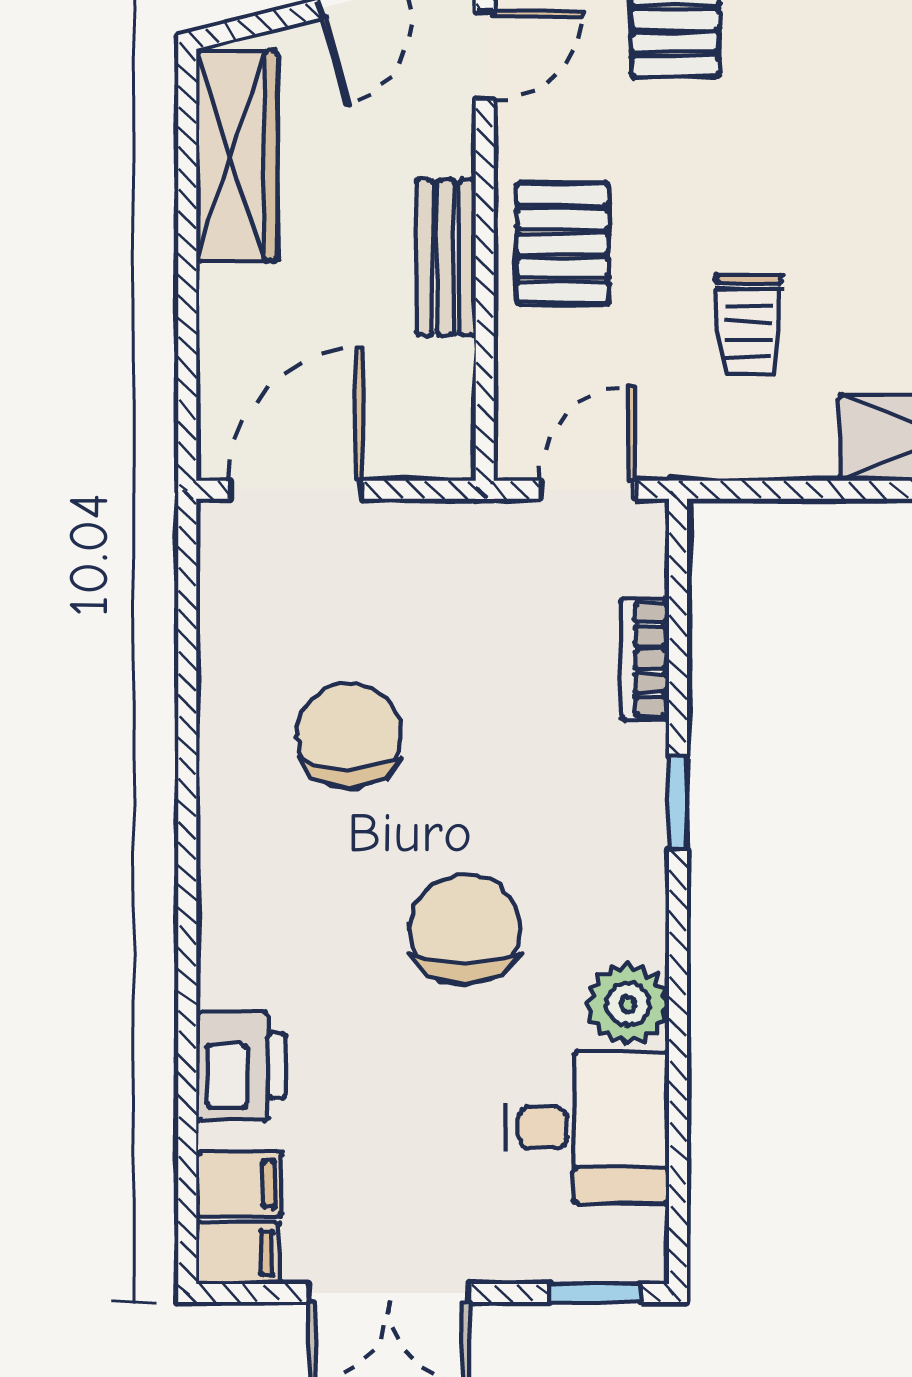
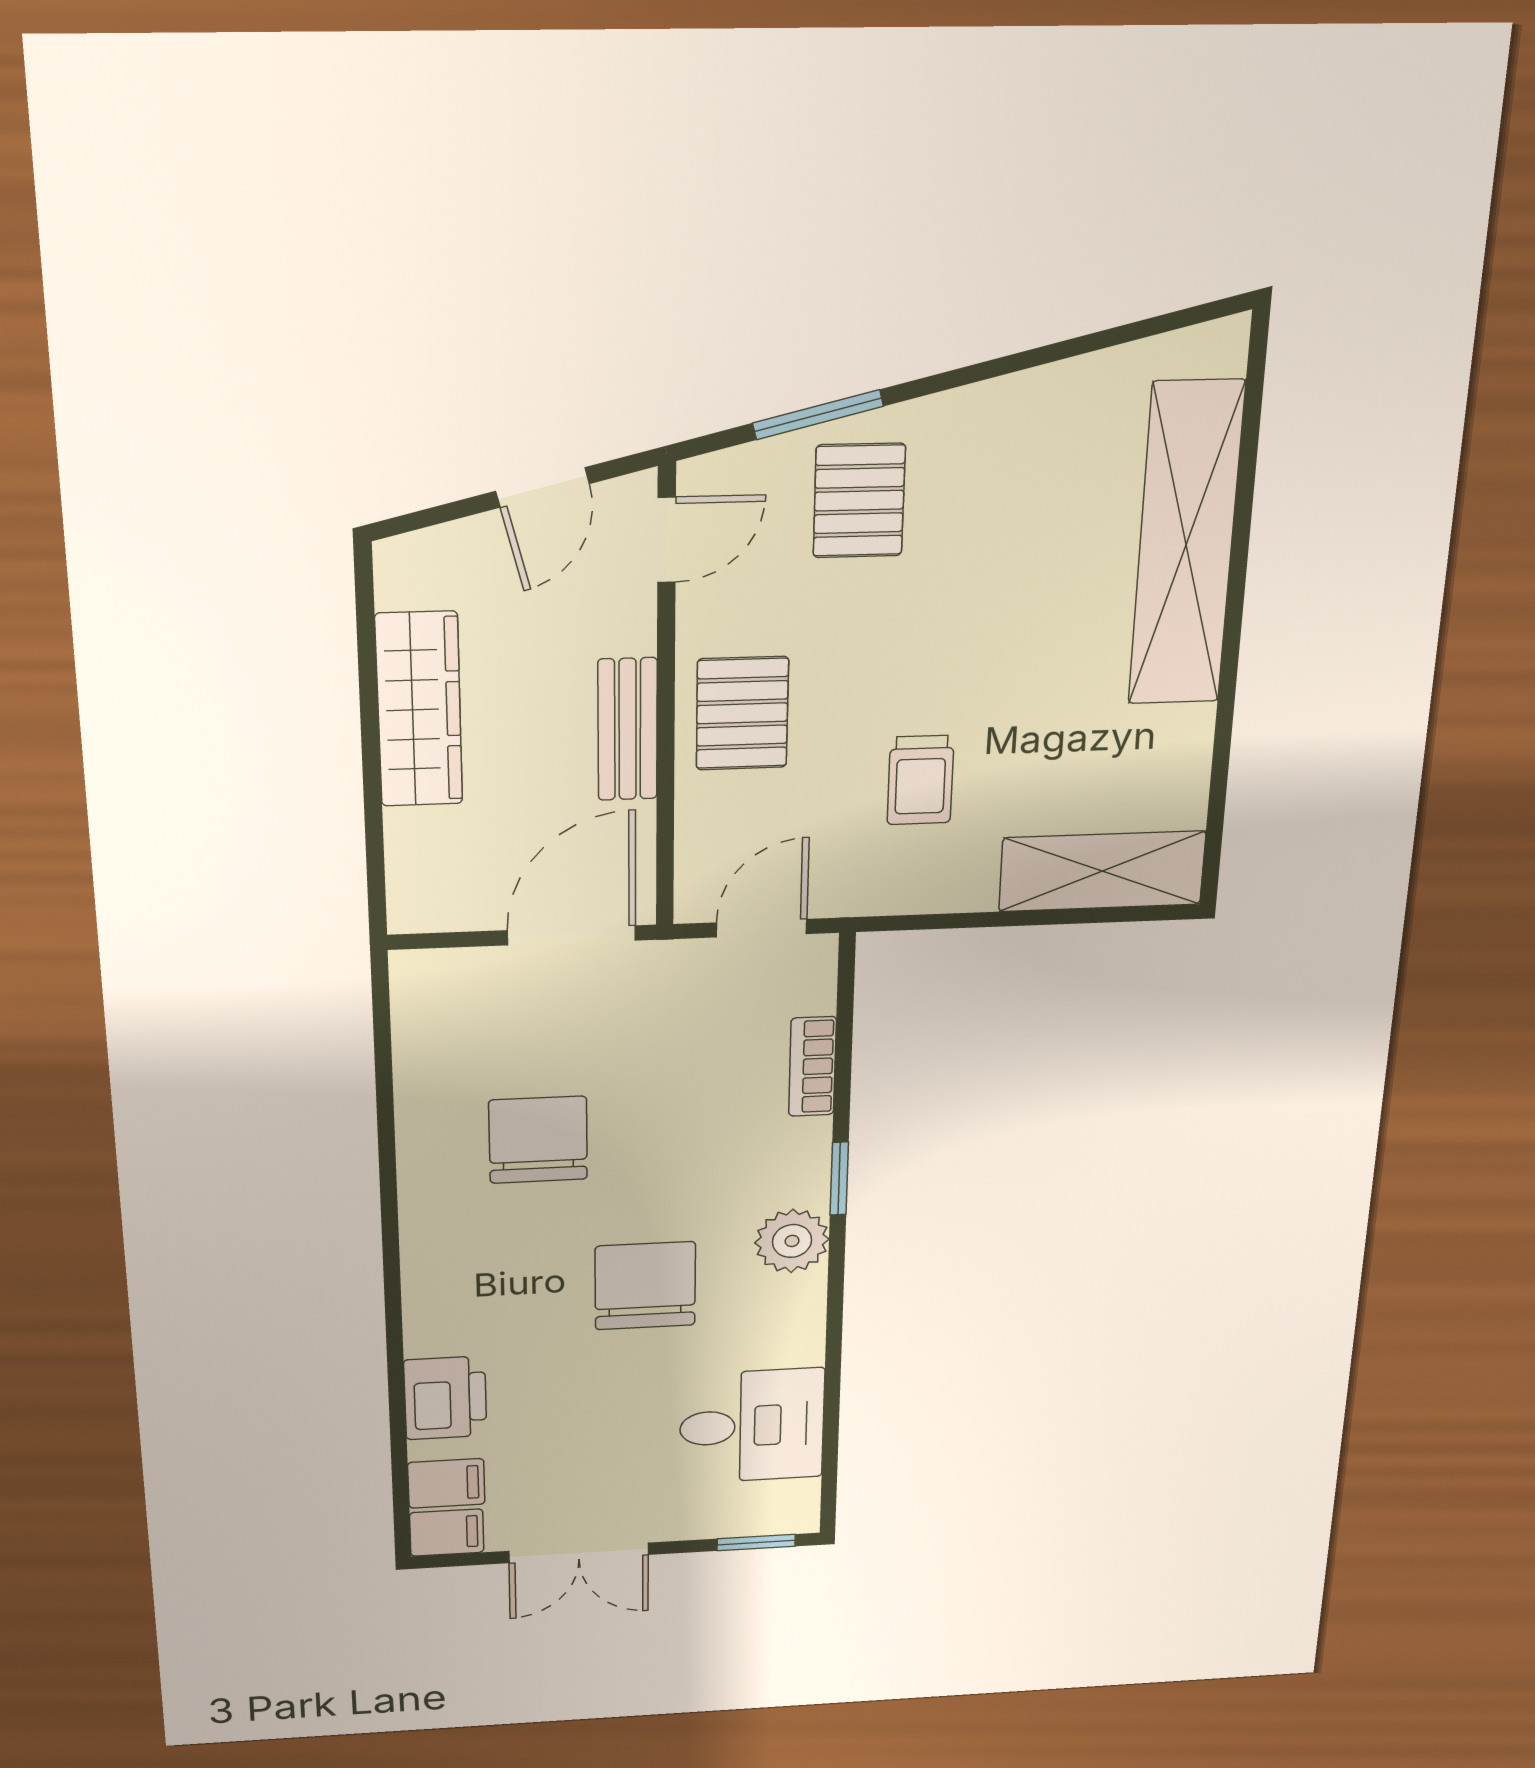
wardrobe: (237, 156) -> (419, 710), moved
door: (296, 490) -> (572, 935), moved
plant: (628, 1004) -> (792, 1241), moved

